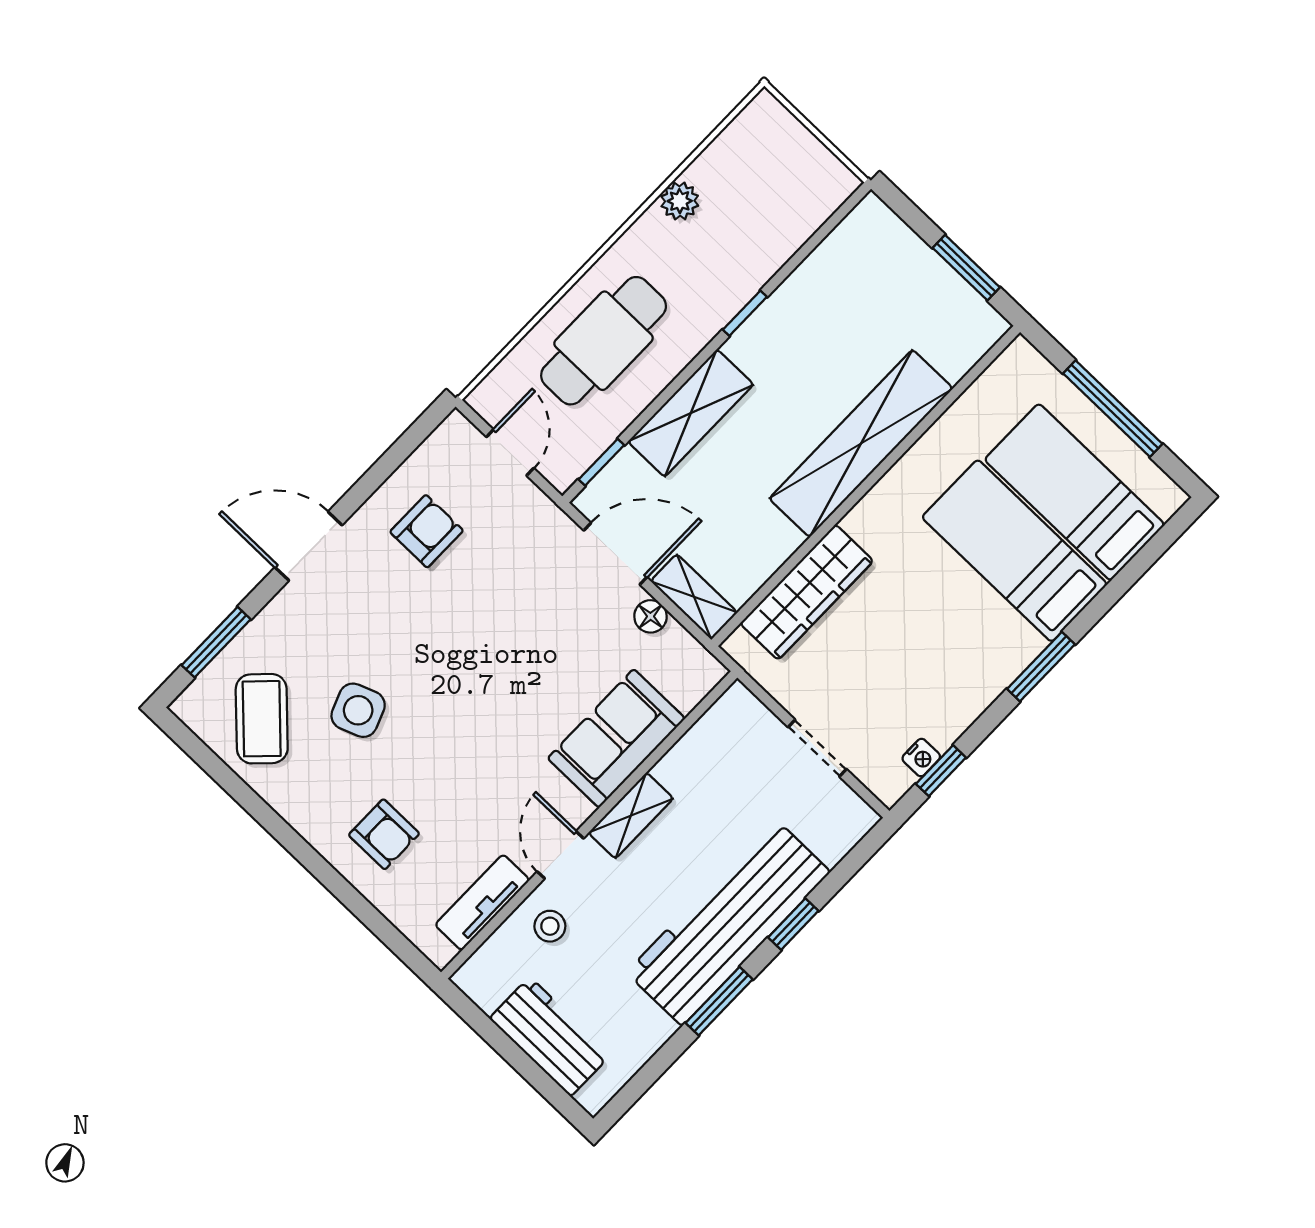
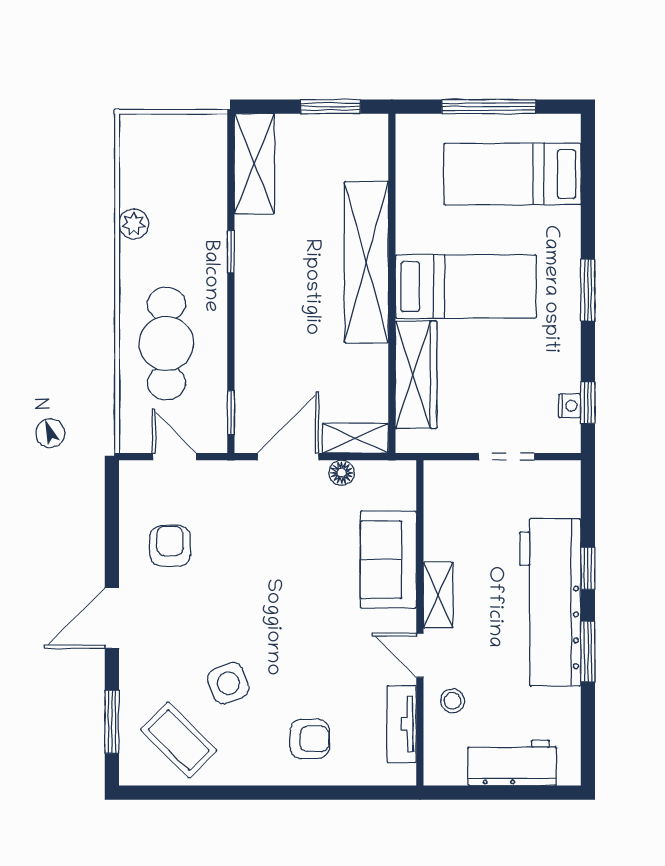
shelving: (691, 413) -> (254, 164), moved
bed: (1015, 551) -> (466, 287), moved, turned 180

